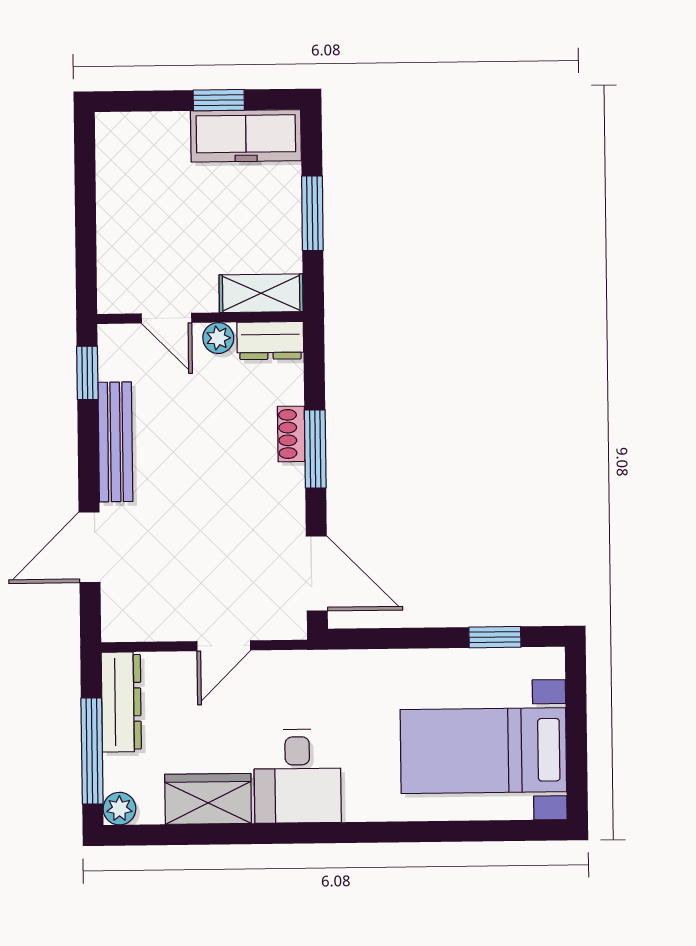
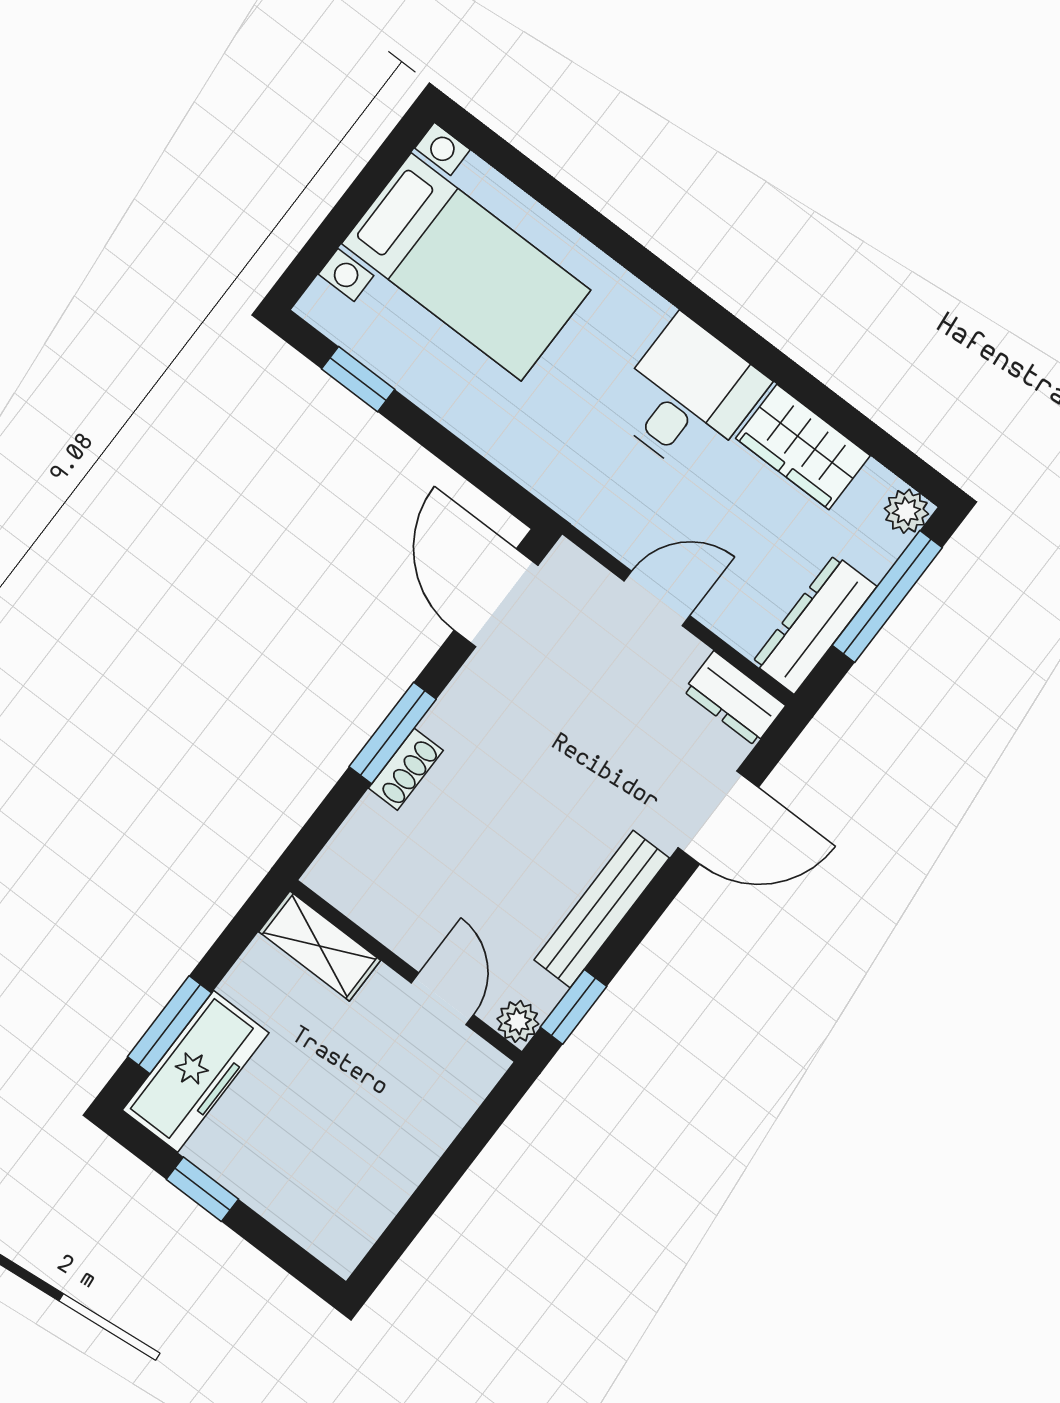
freezer: (246, 136) -> (196, 1071), moved, turned 90
window: (312, 213) -> (169, 1025), moved
plant: (218, 338) -> (518, 1021), moved
dresser: (270, 341) -> (734, 698), moved, turned 180

